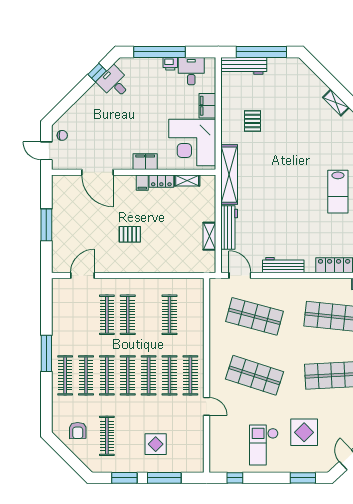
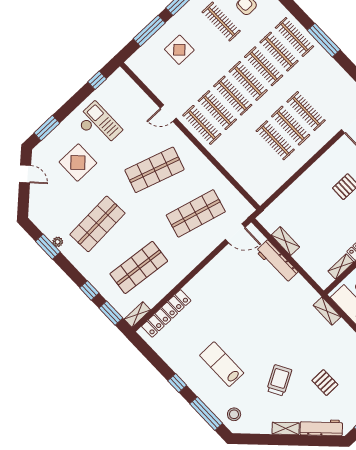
pallet: (252, 121) -> (325, 383), moved
trolley: (308, 141) -> (279, 380), added
shelving: (229, 175) -> (327, 311), width x0.45, depth x0.75
workbench: (283, 265) -> (321, 428), moved, turned -135
clothes rail: (169, 315) -> (275, 140), moved

